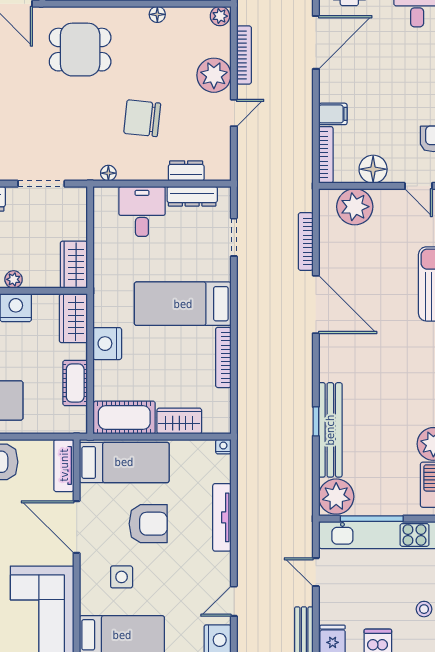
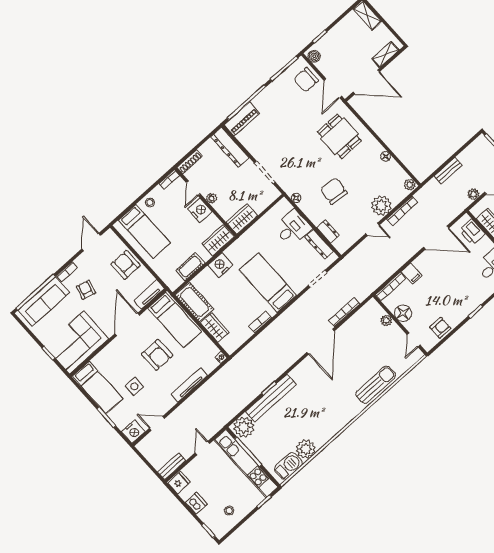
plant: (355, 207) -> (386, 320), width x0.53, depth x0.53
bookcase: (223, 357) -> (260, 322), width x0.64
side table: (122, 577) -> (134, 386), moved

